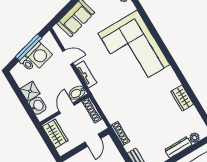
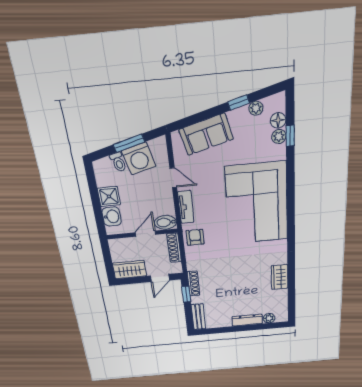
window: (29, 47) -> (129, 143), width x0.69
armchair: (103, 95) -> (195, 237), added
wardrobe: (55, 134) -> (130, 270), moved, turned -90
window: (119, 145) -> (186, 294), added

